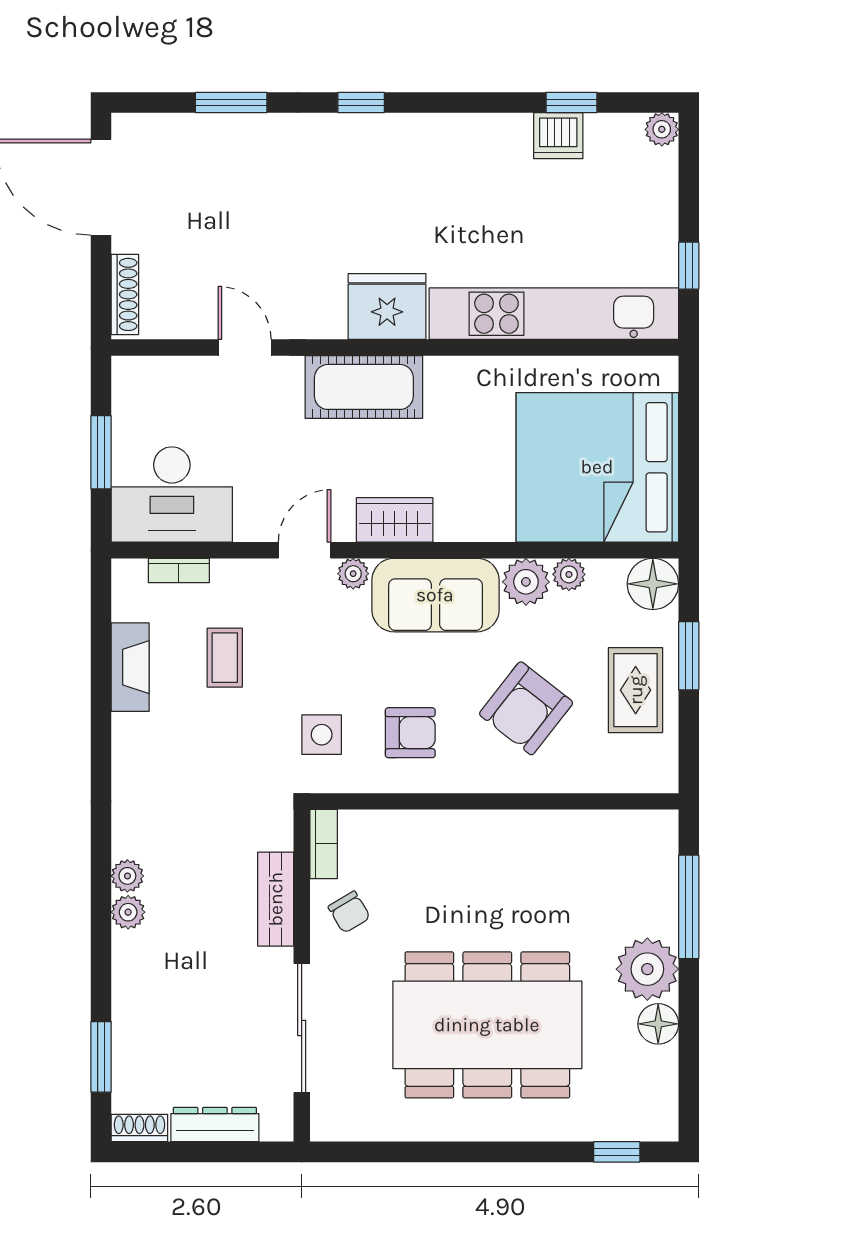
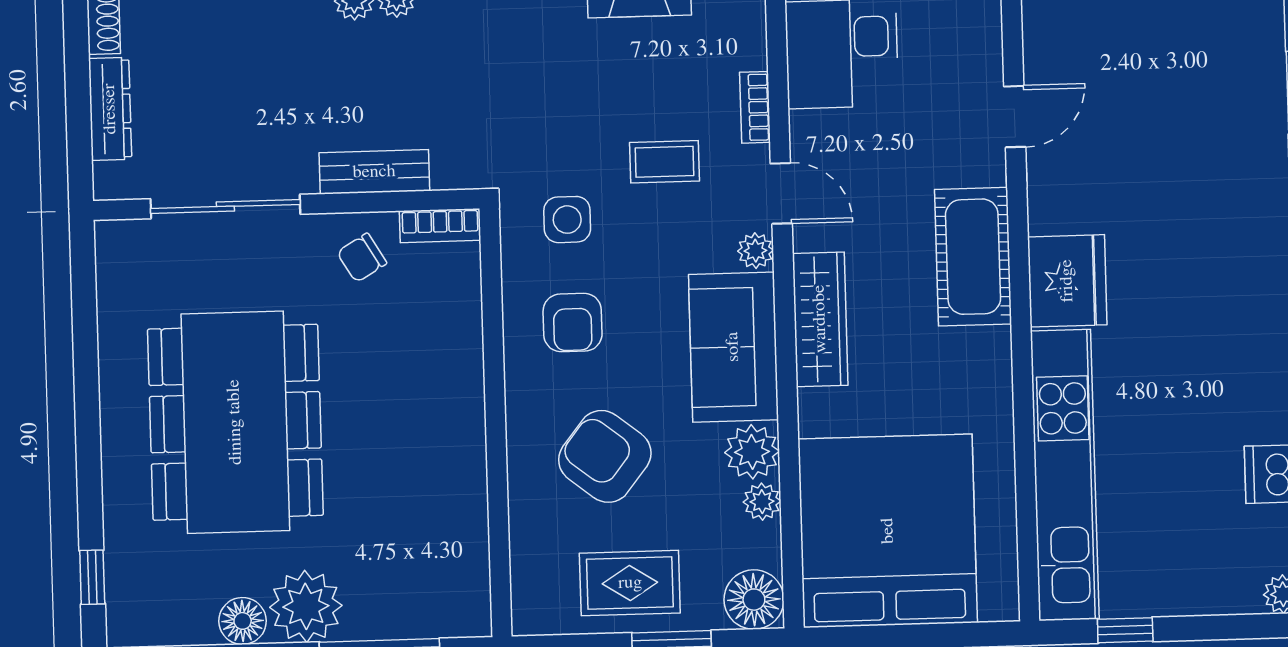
wardrobe: (395, 520) -> (820, 319), width x1.50
bookcase: (179, 570) -> (755, 107), moved
coffee table: (225, 658) -> (665, 162), moved

